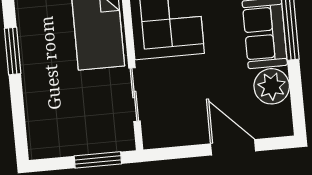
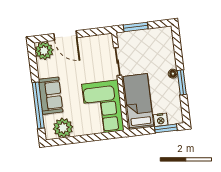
floor lamp: (29, 68) -> (173, 74), added
plant: (272, 86) -> (44, 51), moved

